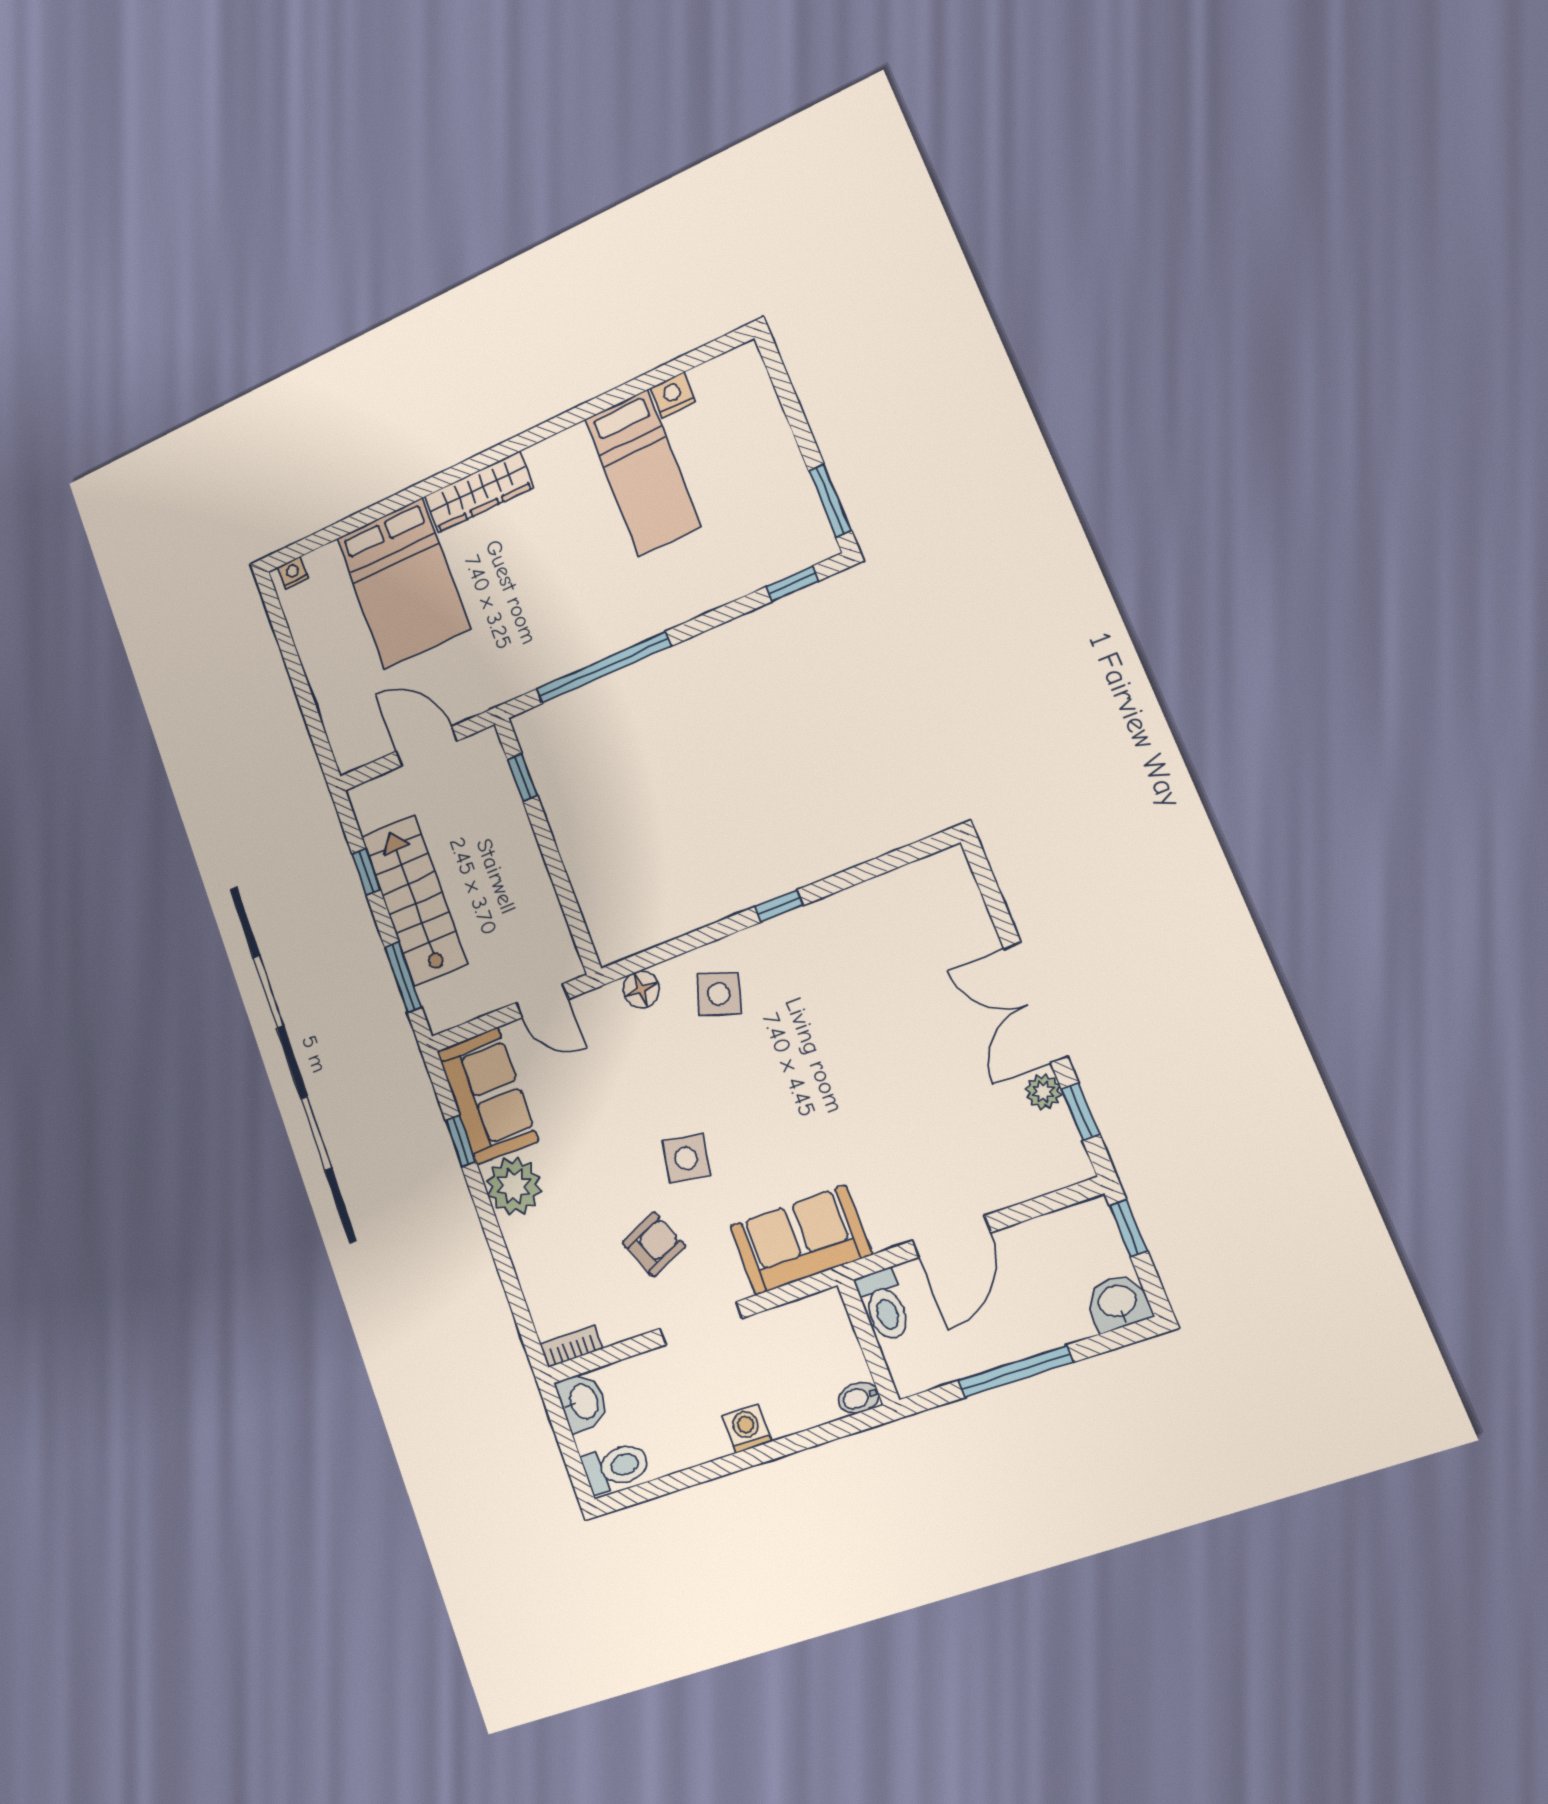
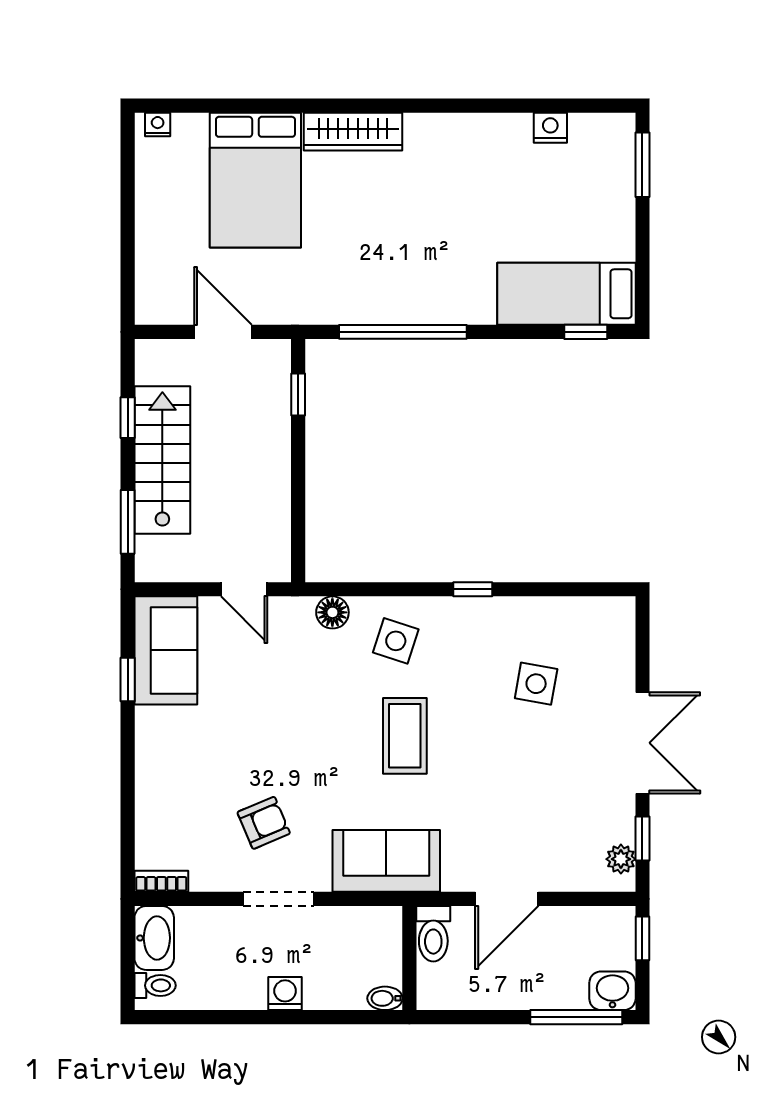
bed: (643, 472) -> (566, 294), moved, turned 90
window: (830, 501) -> (642, 165), moved
double door: (1036, 1002) -> (642, 743), swing flipped
plant: (1043, 1092) -> (621, 859), moved
coffee table: (768, 1094) -> (405, 736), added
side table: (686, 1158) -> (536, 684), moved
plant: (514, 1186) -> (161, 734), removed
window: (1016, 1371) -> (576, 1017), moved
washbasin: (583, 1402) -> (154, 938), width x1.38
toilet: (616, 1467) -> (155, 985), width x0.73, depth x0.72

